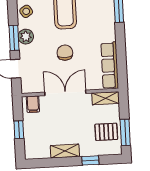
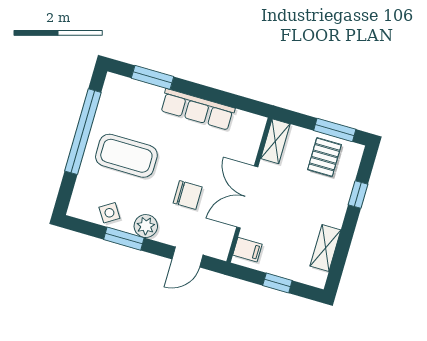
window: (14, 38) -> (124, 239), moved
chair: (65, 53) -> (188, 195), moved, turned 180
row of seats: (110, 65) -> (197, 109), moved
shelving: (65, 151) -> (325, 248), moved

